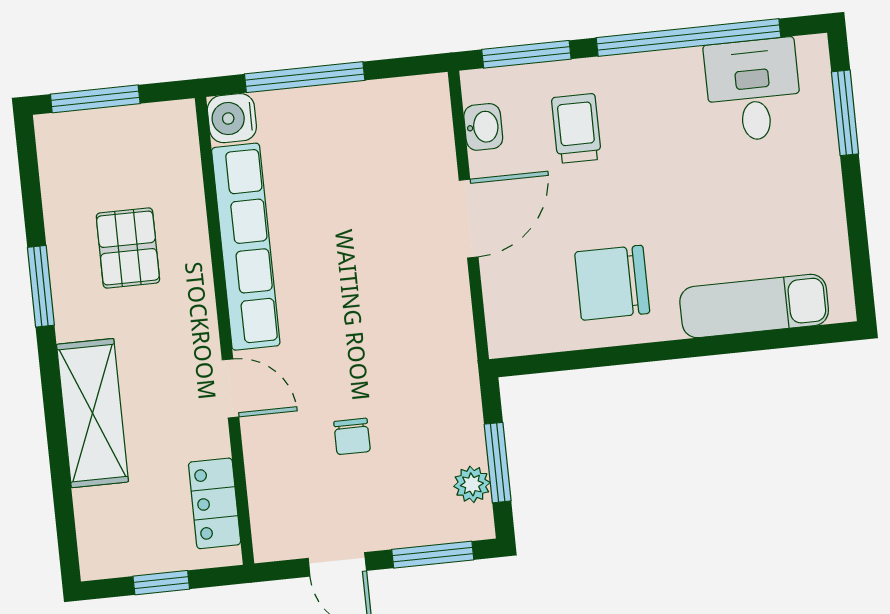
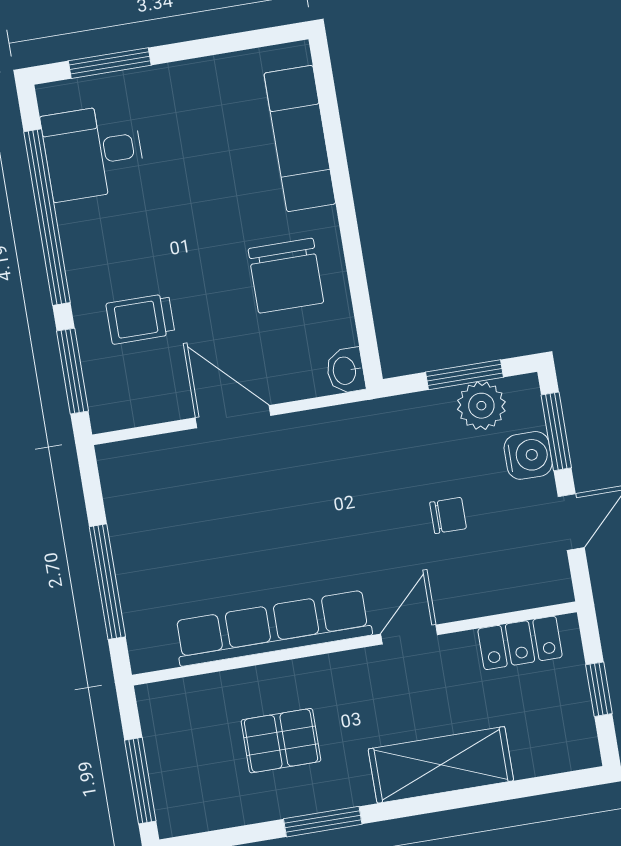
water cooler: (232, 118) -> (528, 455), moved, turned -90
washbasin: (483, 127) -> (345, 371), moved, turned -90
plant: (472, 484) -> (481, 406), width x1.38, depth x1.38

